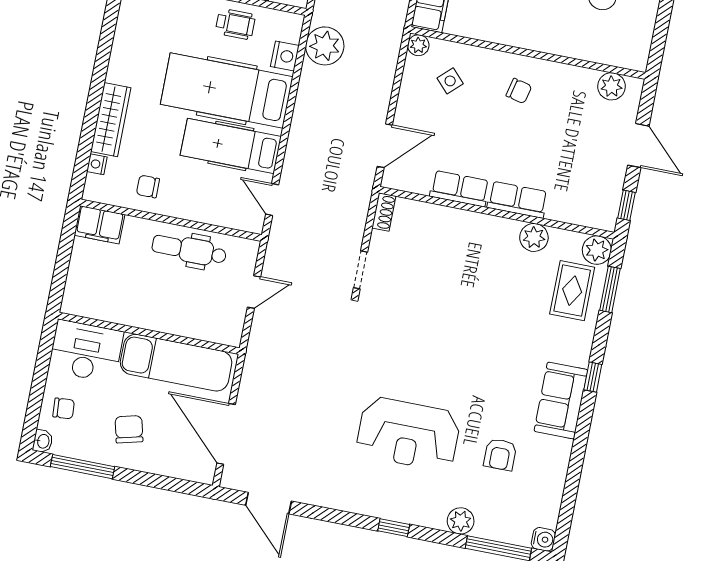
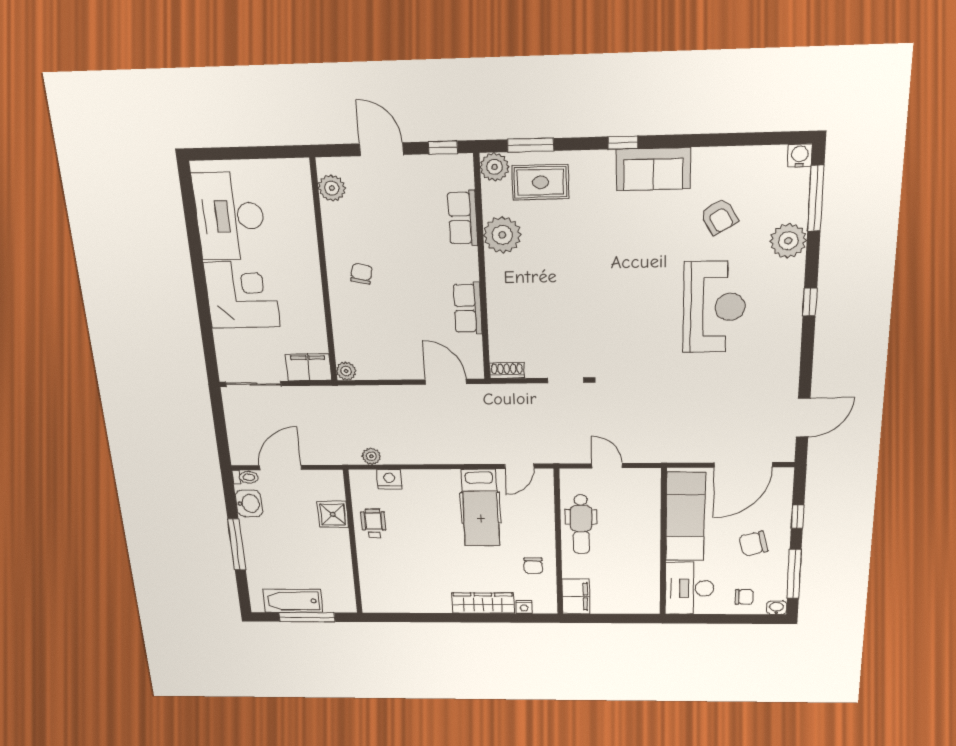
plant: (325, 46) -> (371, 456), width x0.53, depth x0.53
side table: (450, 81) -> (370, 337), removed
hospital bed: (227, 91) -> (433, 520), removed
door: (638, 146) -> (381, 149), hinge flipped
row of seats: (517, 200) -> (463, 218), moved
plant: (534, 237) -> (502, 235), width x1.36, depth x1.36
chair: (64, 408) -> (744, 597), turned 94
armchair: (500, 454) -> (719, 217), turned 60
window: (153, 480) -> (797, 517), added
plant: (461, 521) -> (788, 241), width x1.36, depth x1.36

